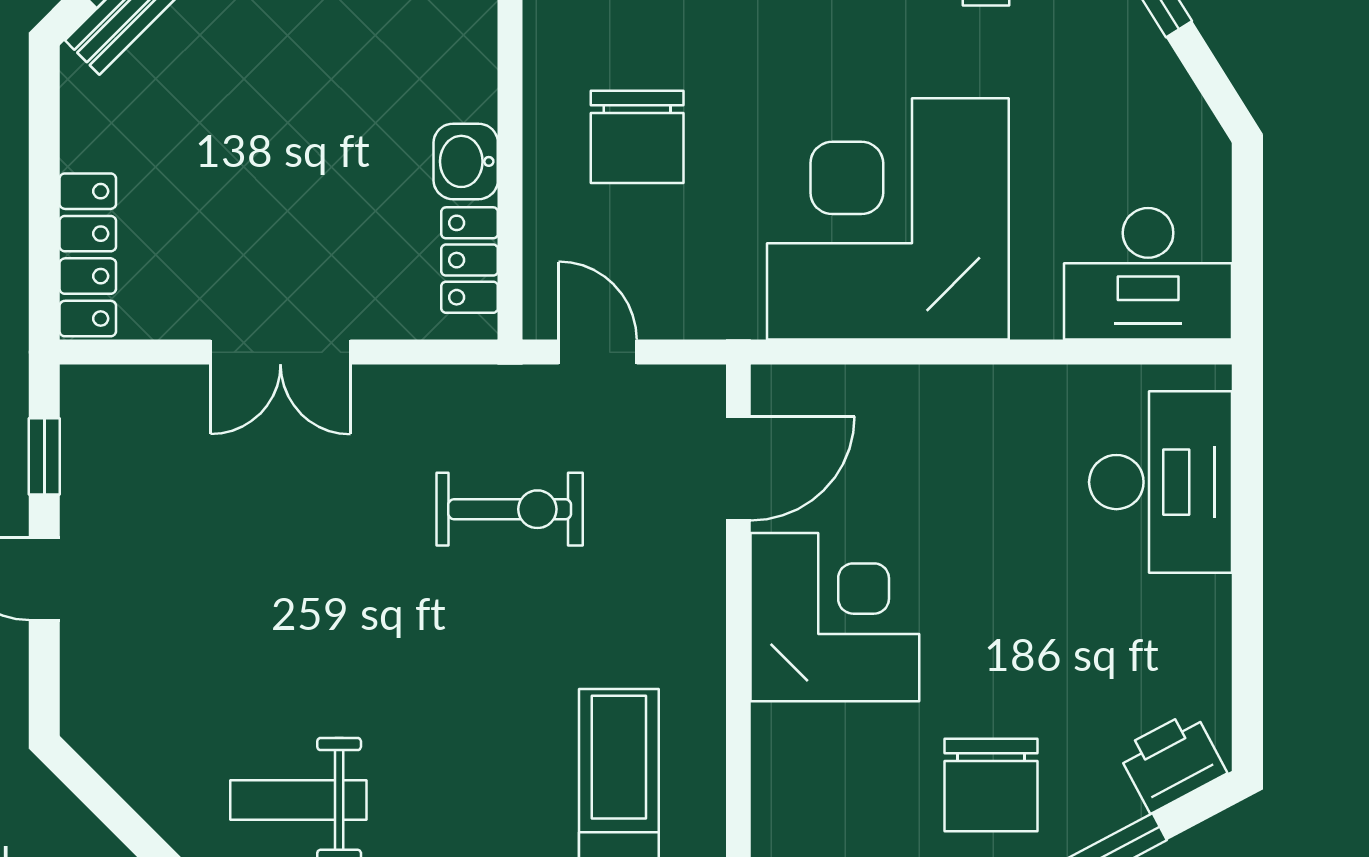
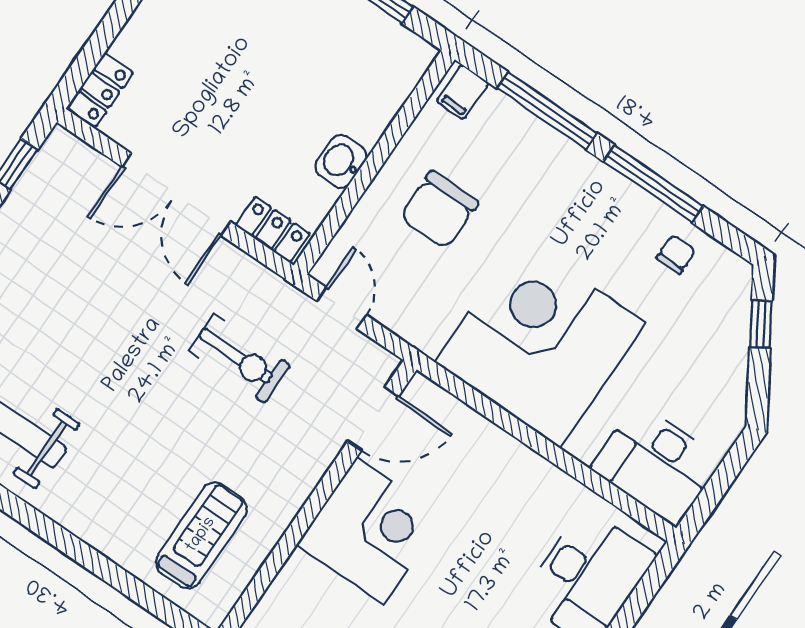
locker: (88, 255) -> (100, 90), width x0.66
locker: (470, 260) -> (273, 230), moved, turned 90
double door: (280, 352) -> (176, 194), width x1.37

